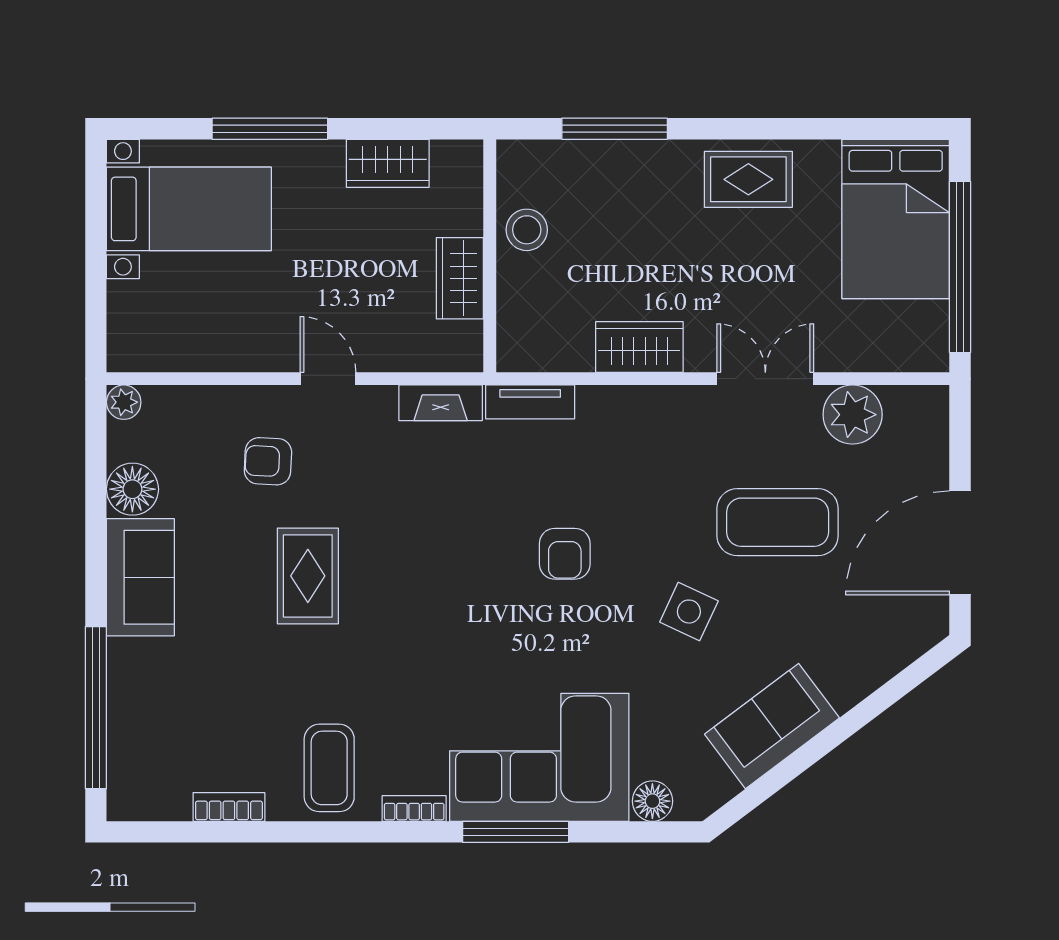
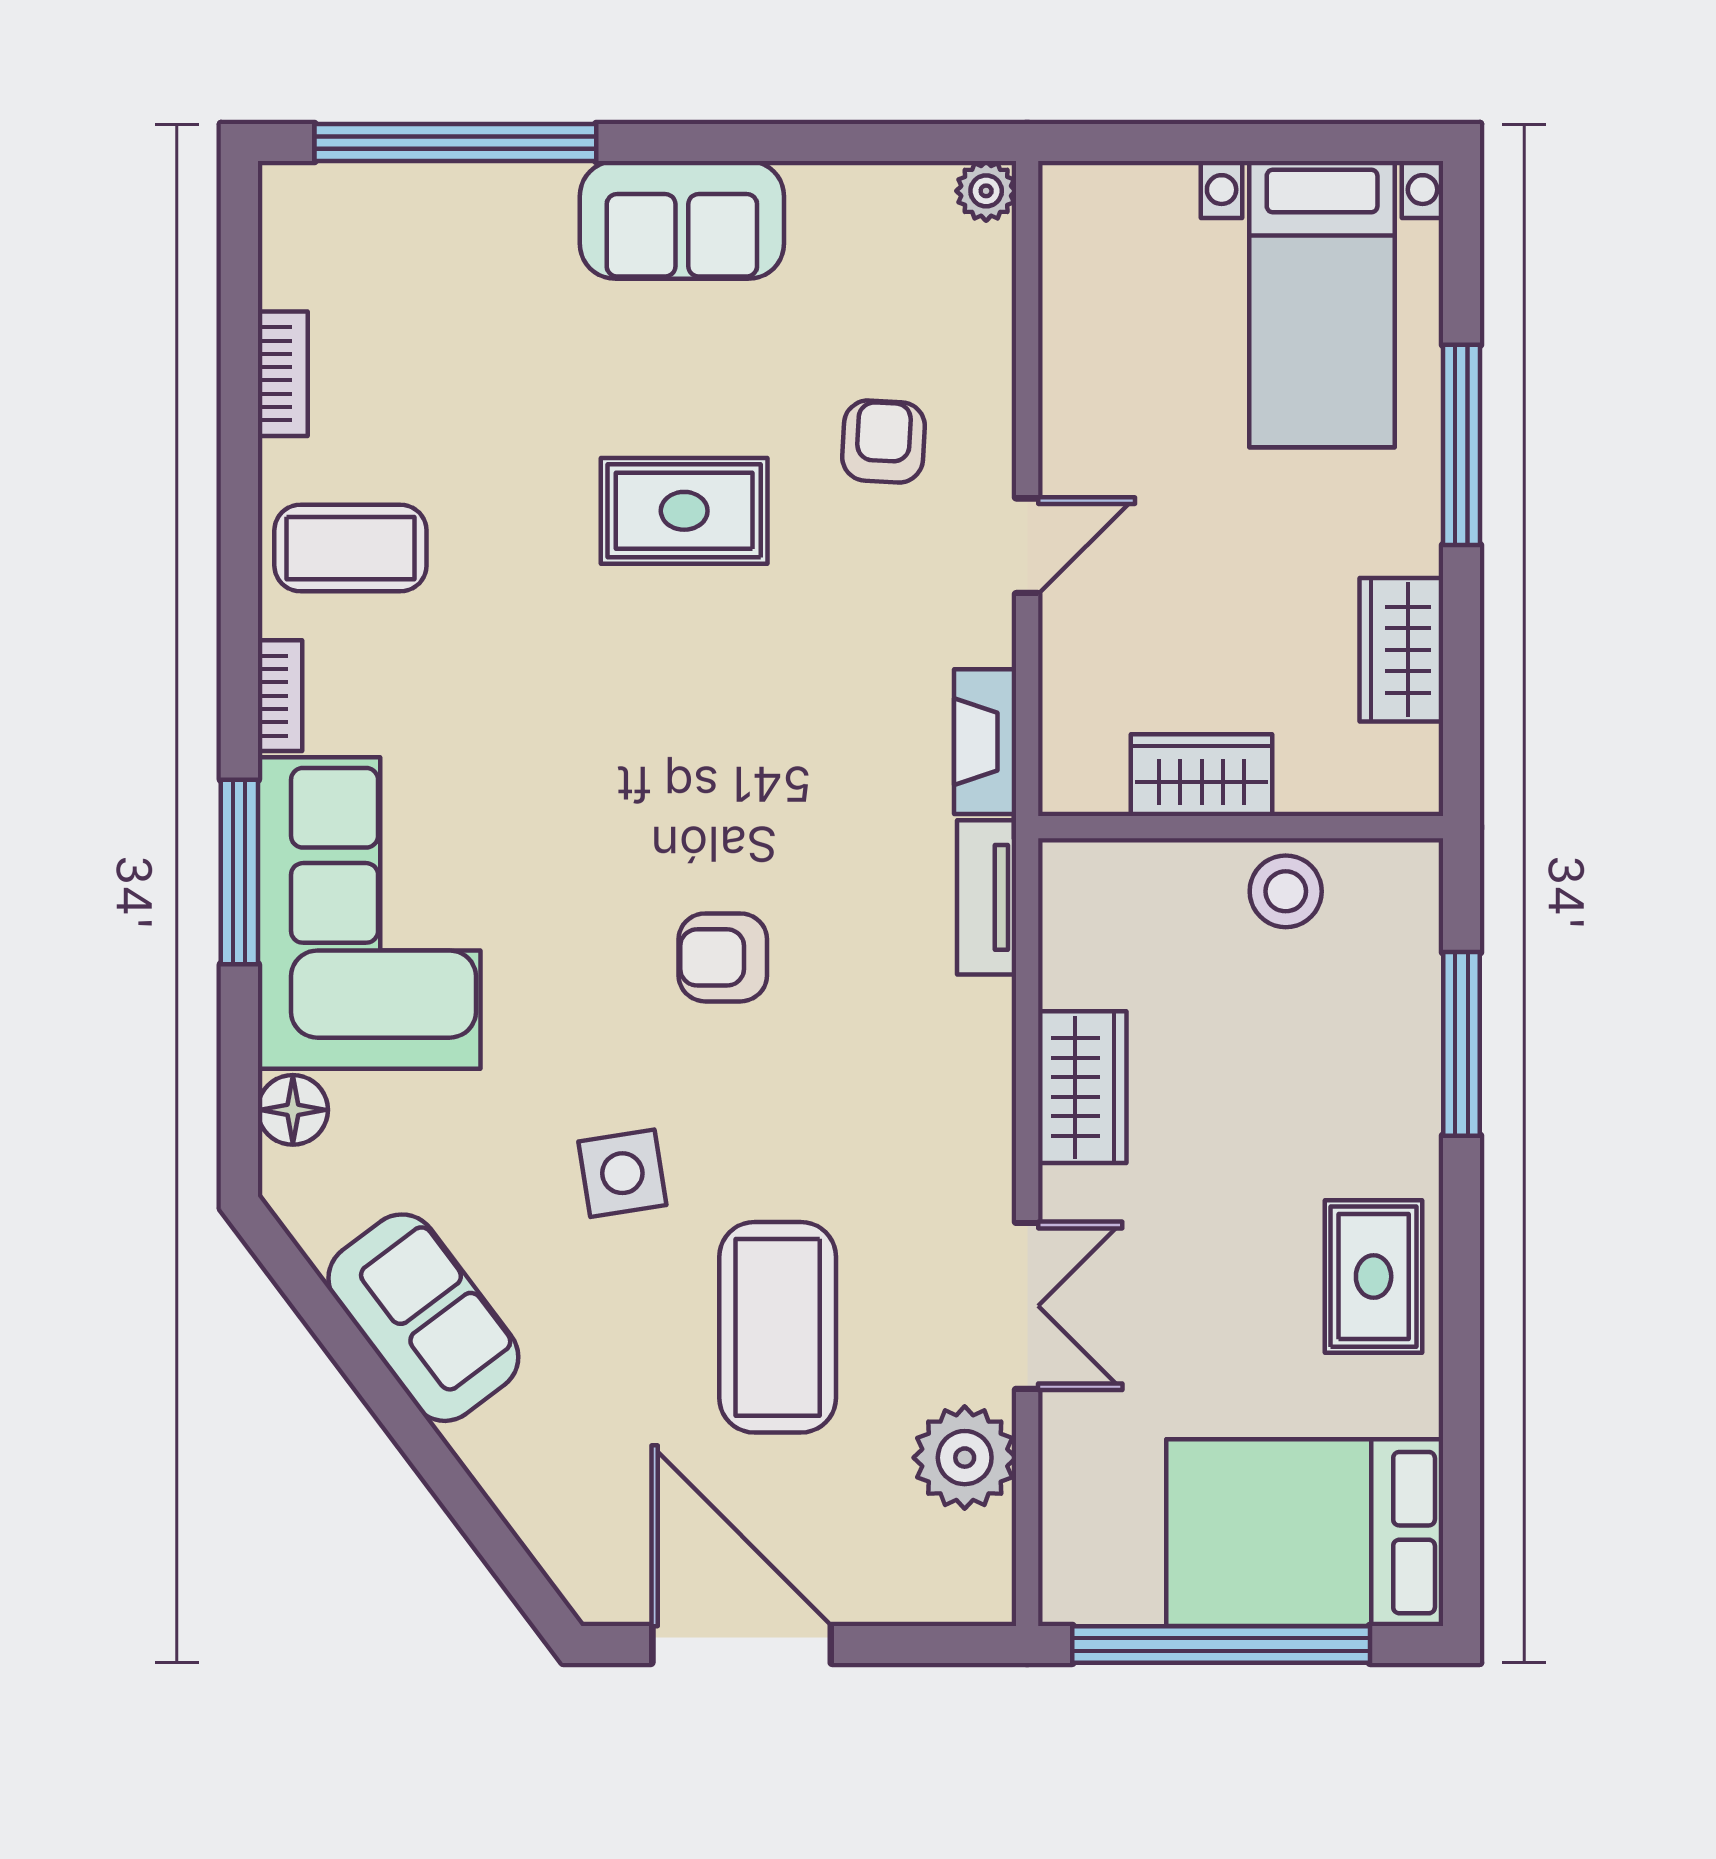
floor lamp: (132, 489) -> (835, 206), removed
side table: (689, 612) -> (622, 1173), turned -34

